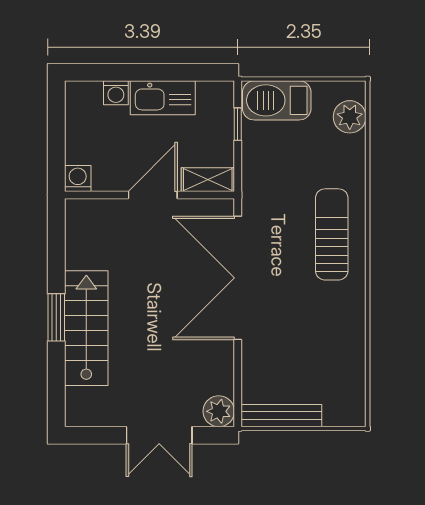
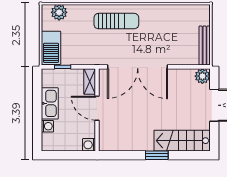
sun lounger: (332, 234) -> (116, 21), turned 180
stairs: (86, 328) -> (182, 141), moved

